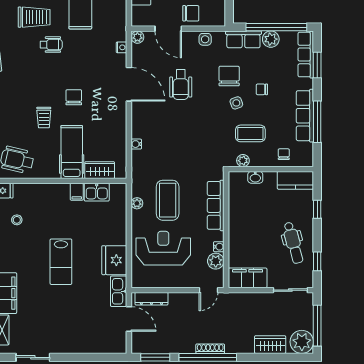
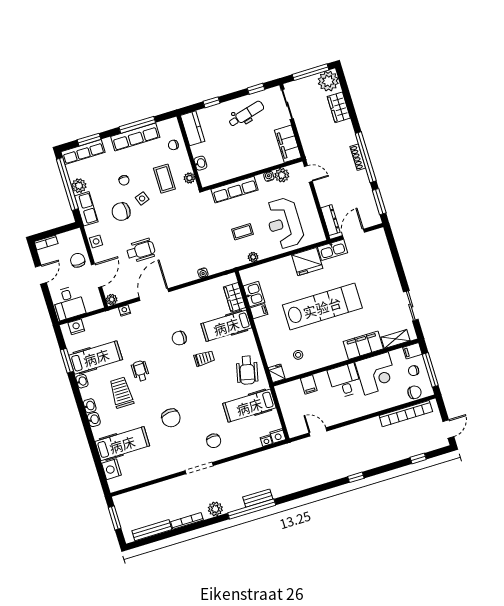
coffee table: (168, 200) -> (243, 232), width x0.54, depth x0.58
lab bench: (61, 262) -> (322, 307), width x1.86, depth x1.39

